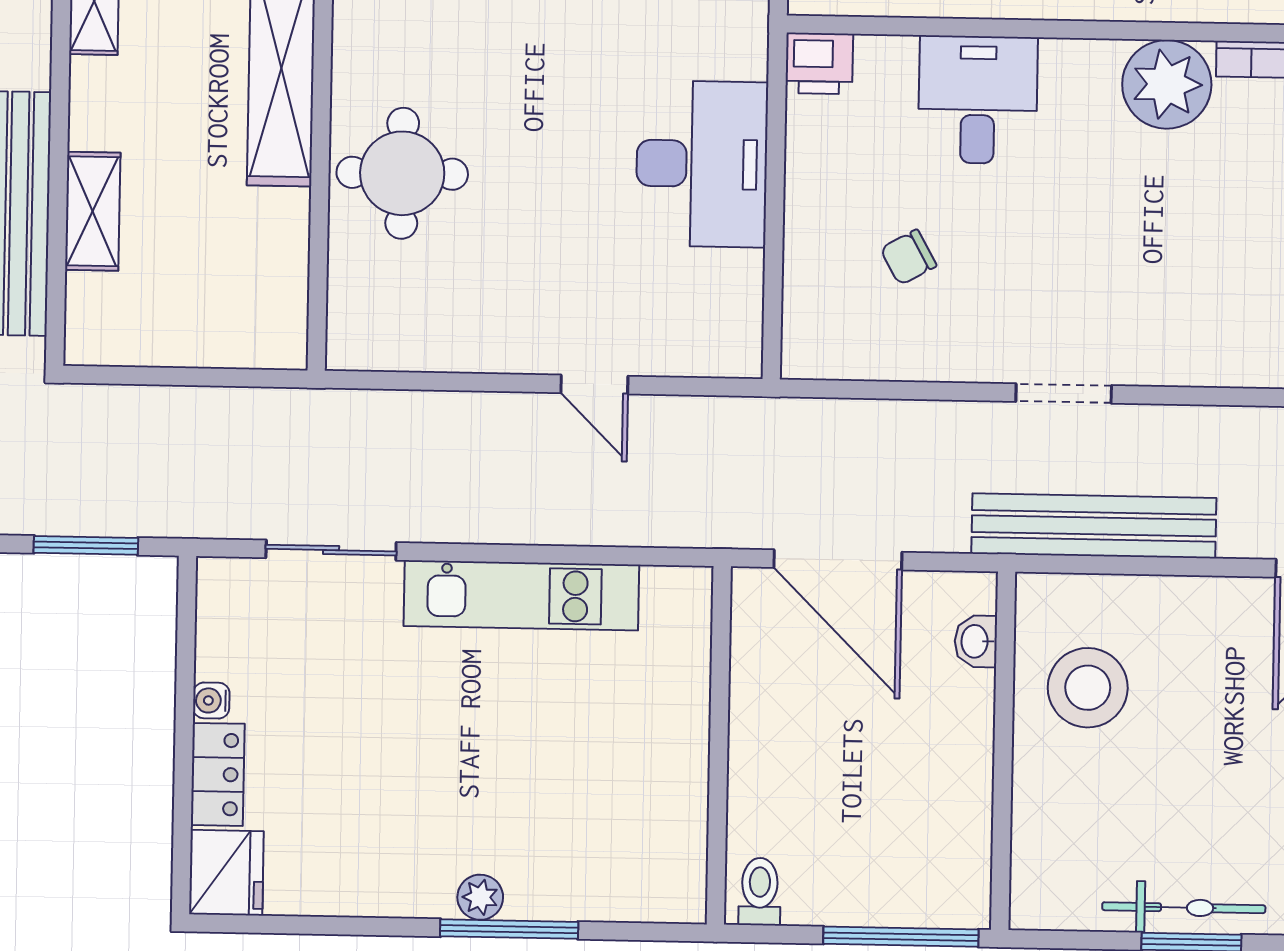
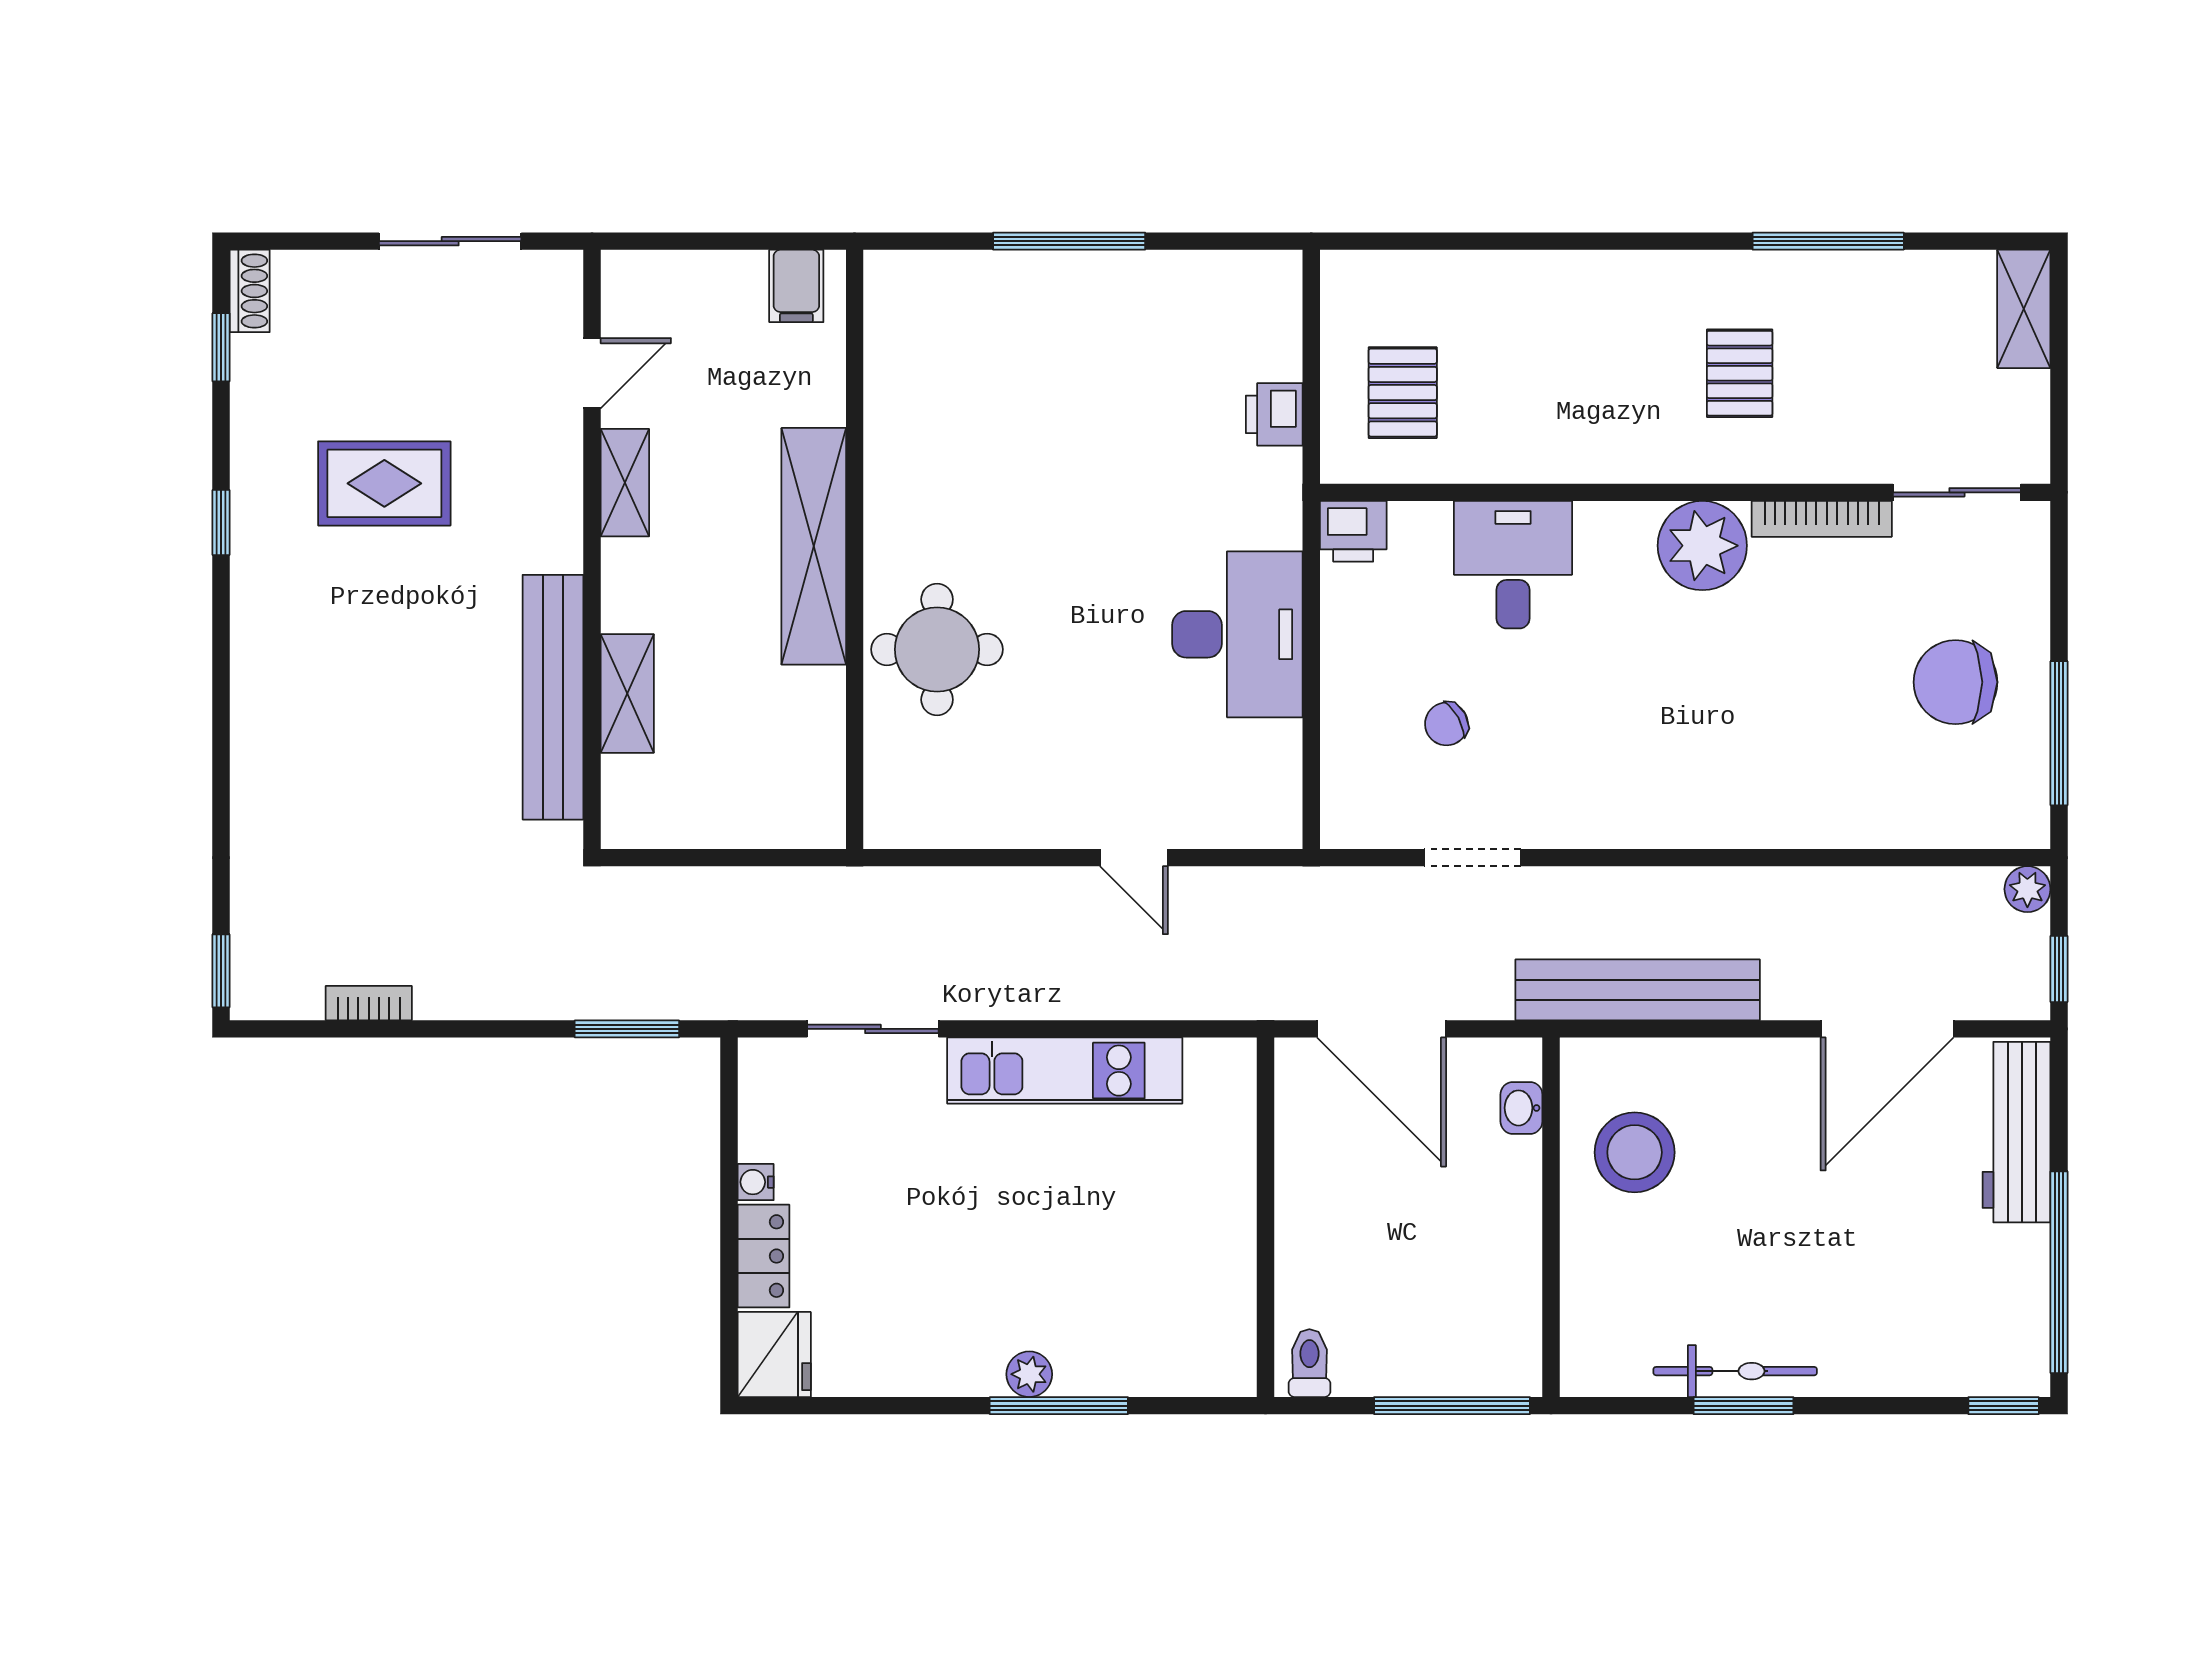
doorway: (1064, 393) -> (1473, 858), moved

